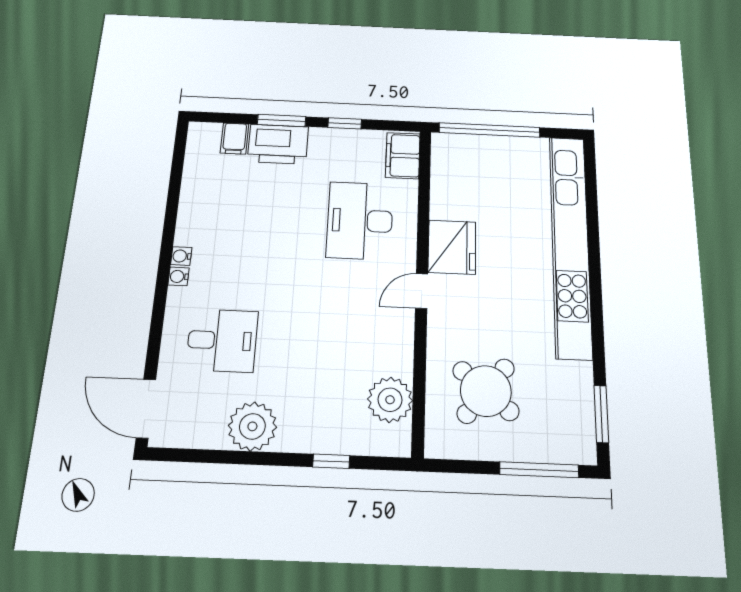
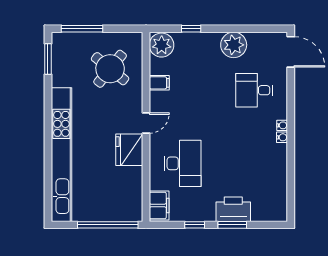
filing cabinet: (235, 139) -> (159, 83), moved, turned 90
plant: (390, 400) -> (162, 45), moved

